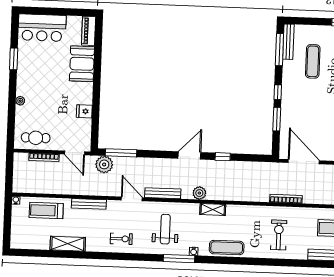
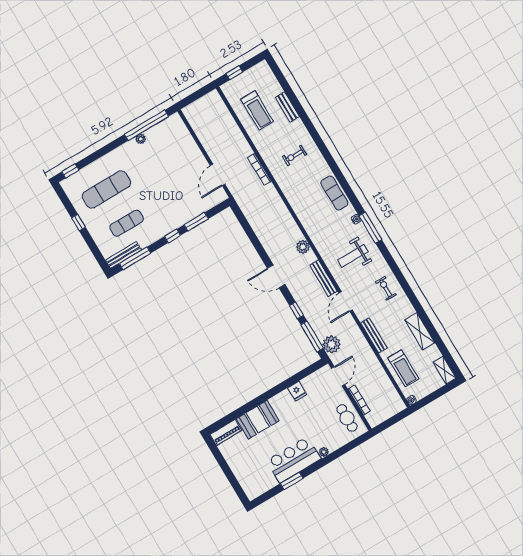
bar counter: (42, 28) -> (294, 460), moved, turned -90
window: (223, 157) -> (296, 310), moved
door: (304, 162) -> (218, 175), width x0.73
shelving: (213, 209) -> (444, 370), moved
exercise bike: (279, 235) -> (294, 155), width x0.73, depth x0.72

